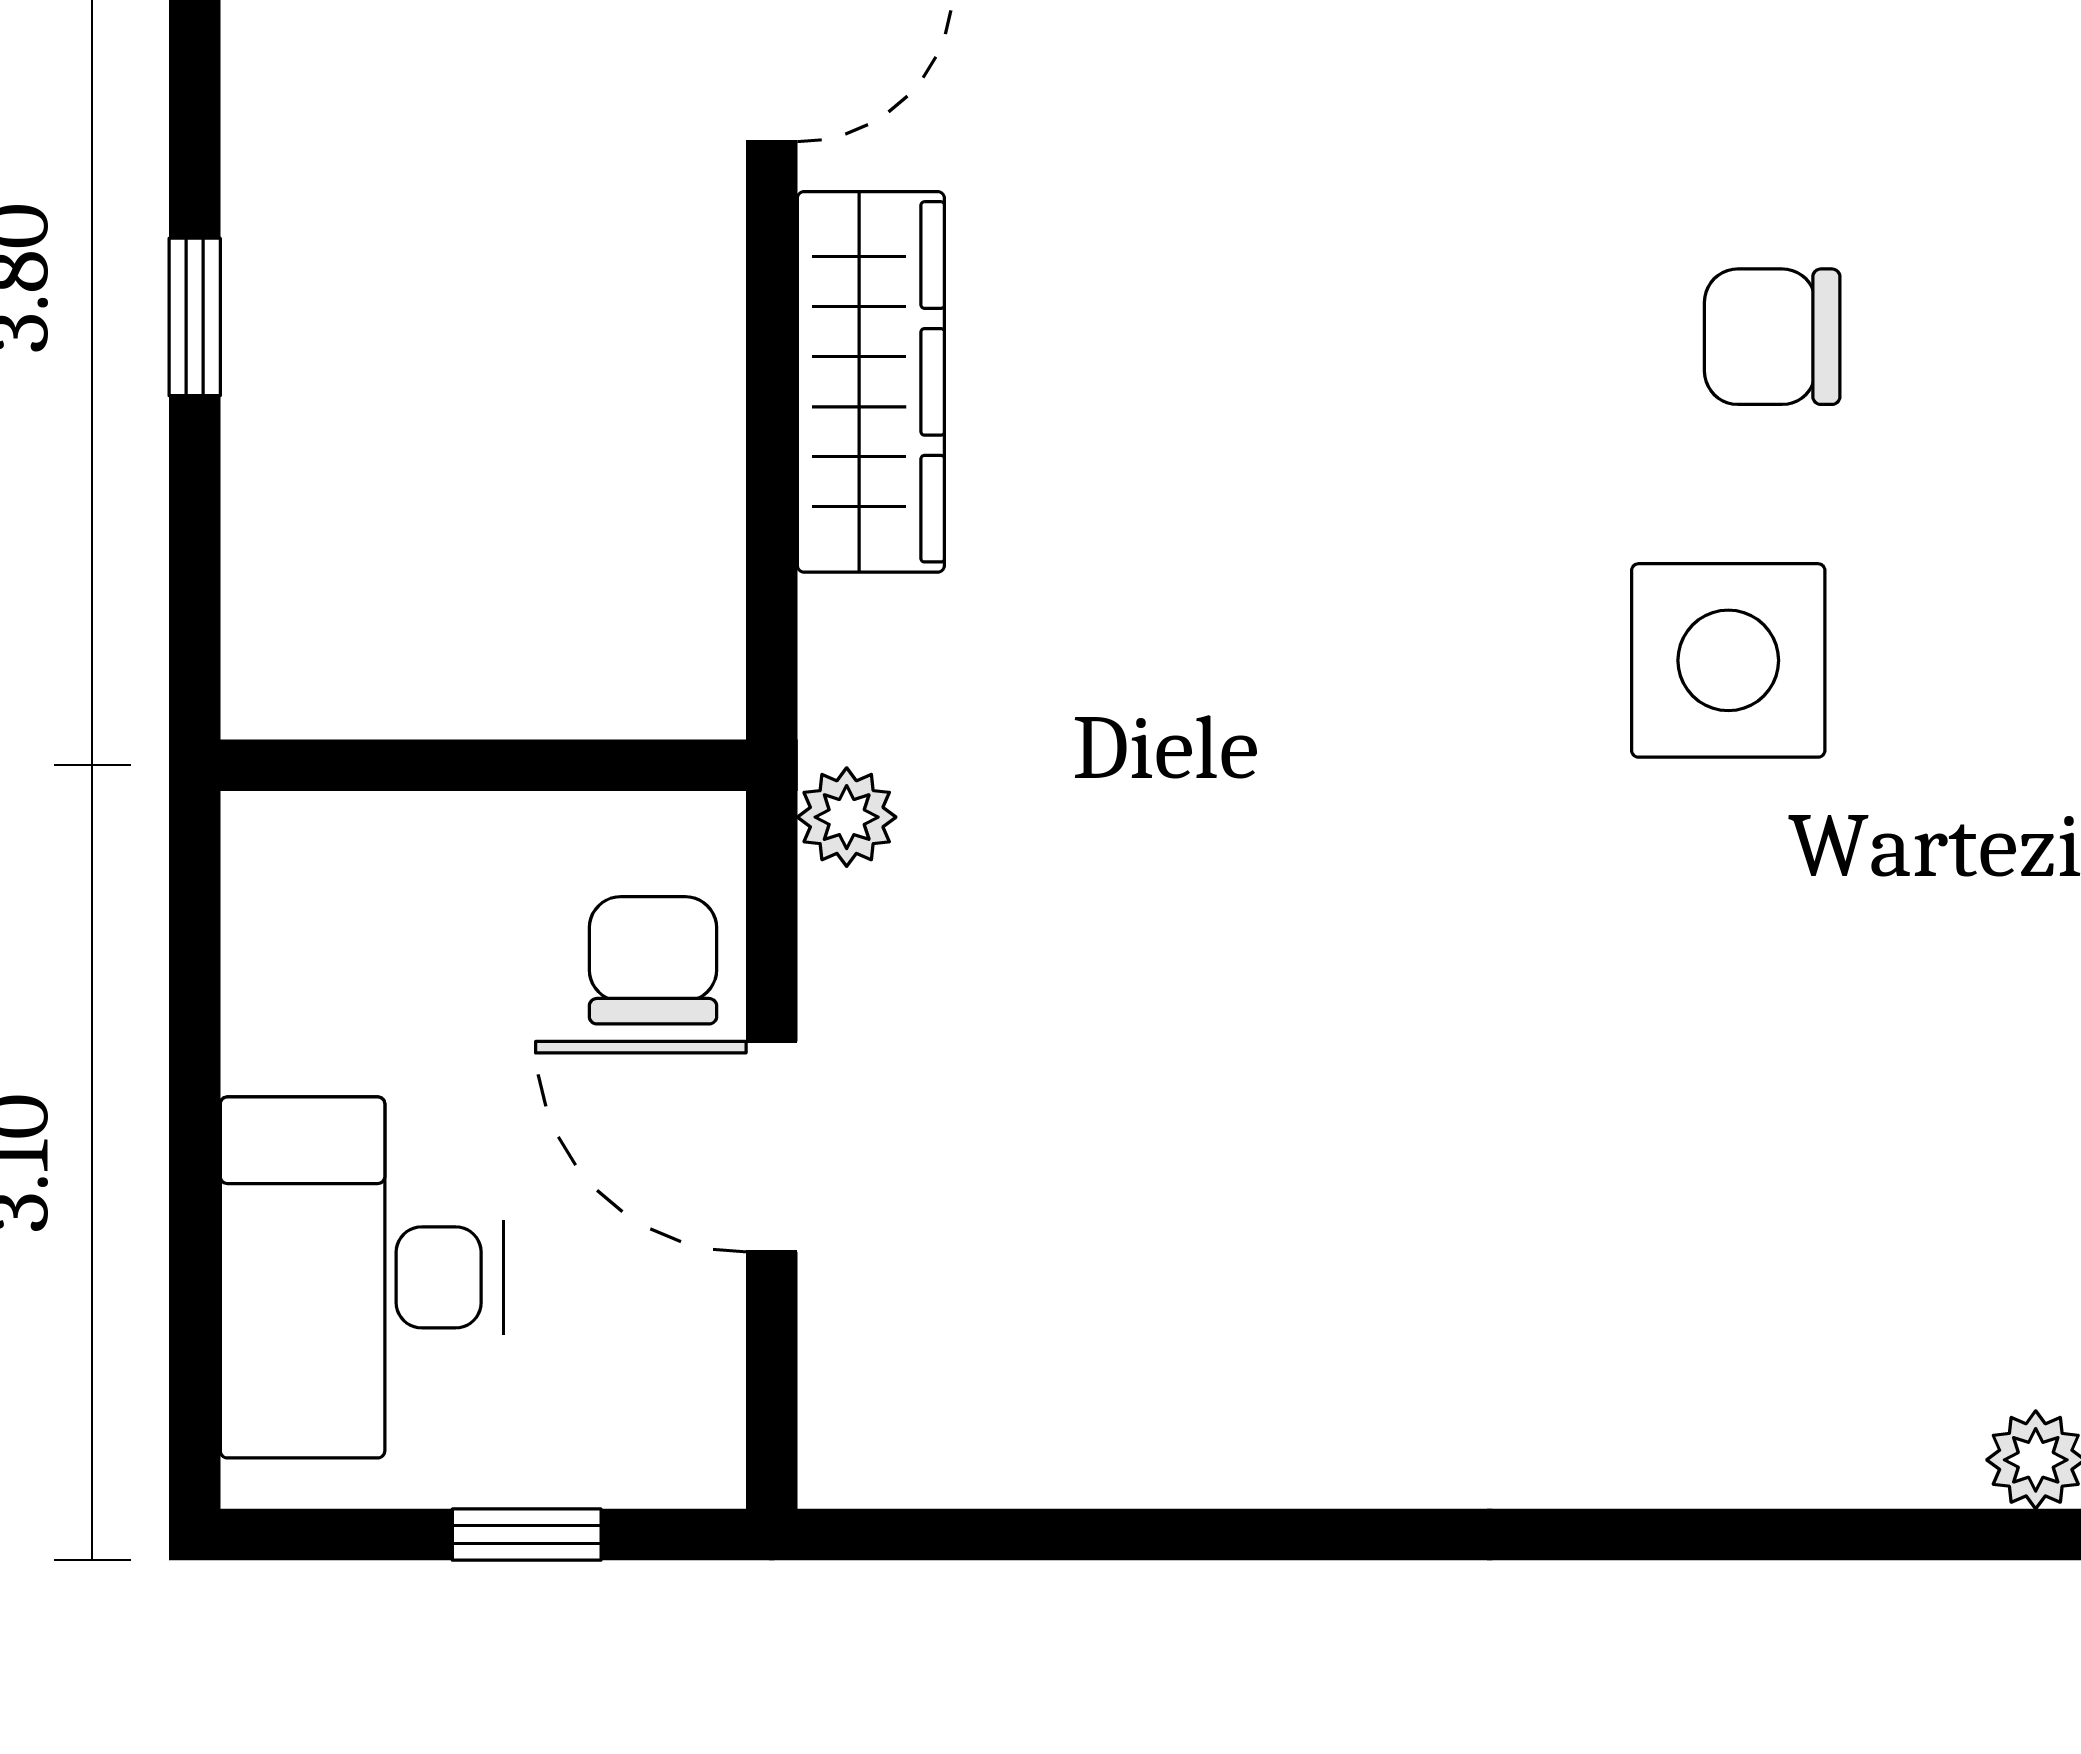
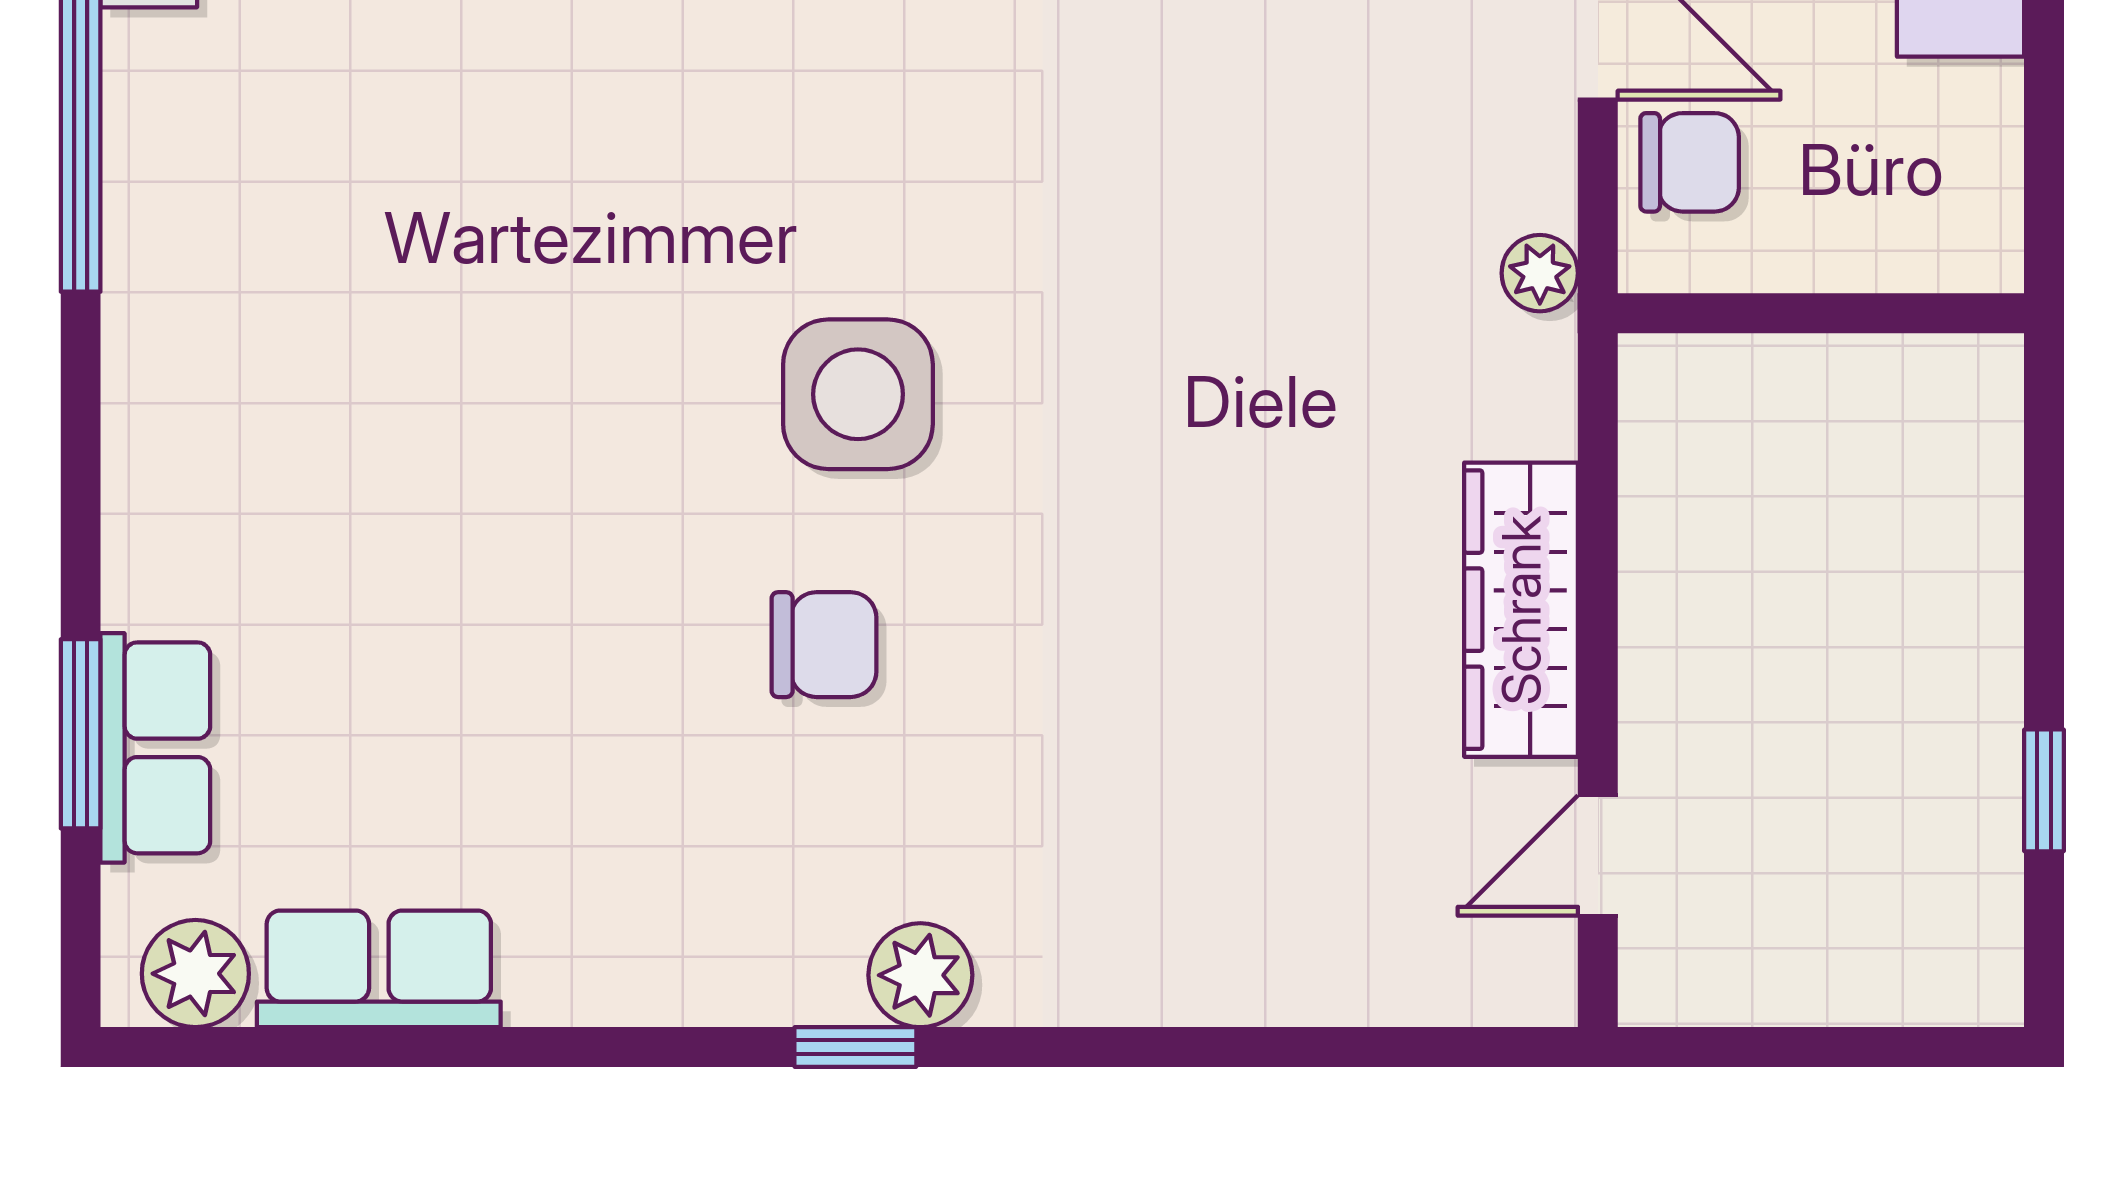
window: (195, 317) -> (2044, 790), moved
chair: (653, 960) -> (1690, 162), turned -90

